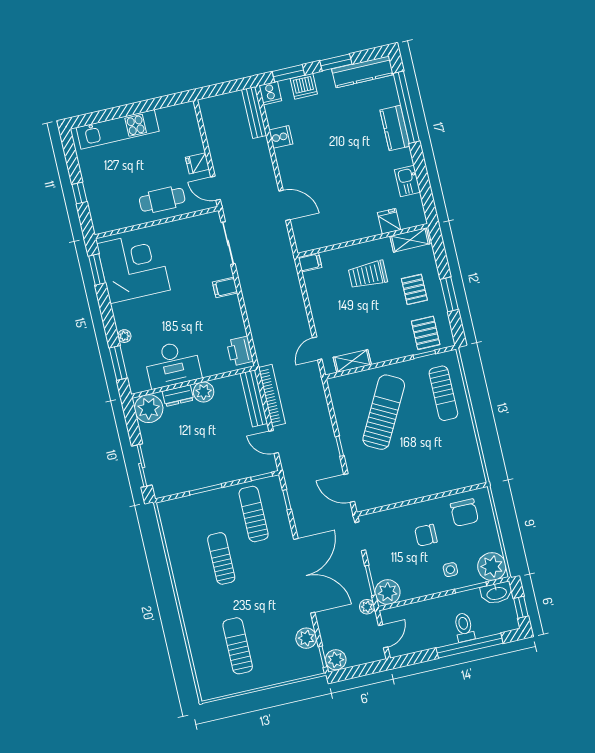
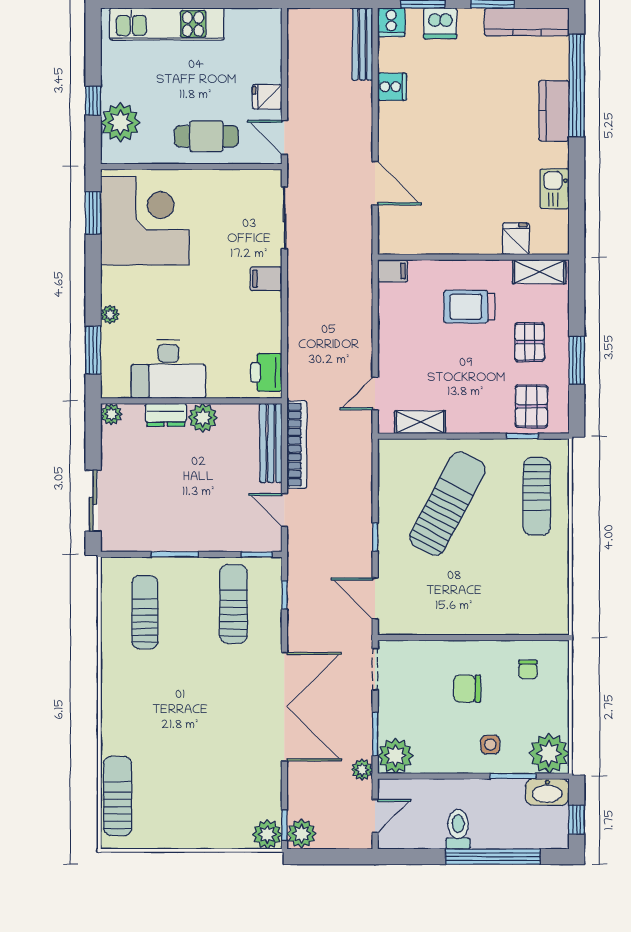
plant: (101, 204) -> (120, 122), added
plant: (149, 409) -> (111, 414), width x0.53, depth x0.53
chair: (464, 513) -> (528, 669), width x0.54, depth x0.54
sun lounger: (221, 558) -> (145, 612), moved
toilet: (464, 627) -> (458, 829), moved
plant: (306, 638) -> (267, 834), moved
sun lounger: (238, 646) -> (118, 796), moved

